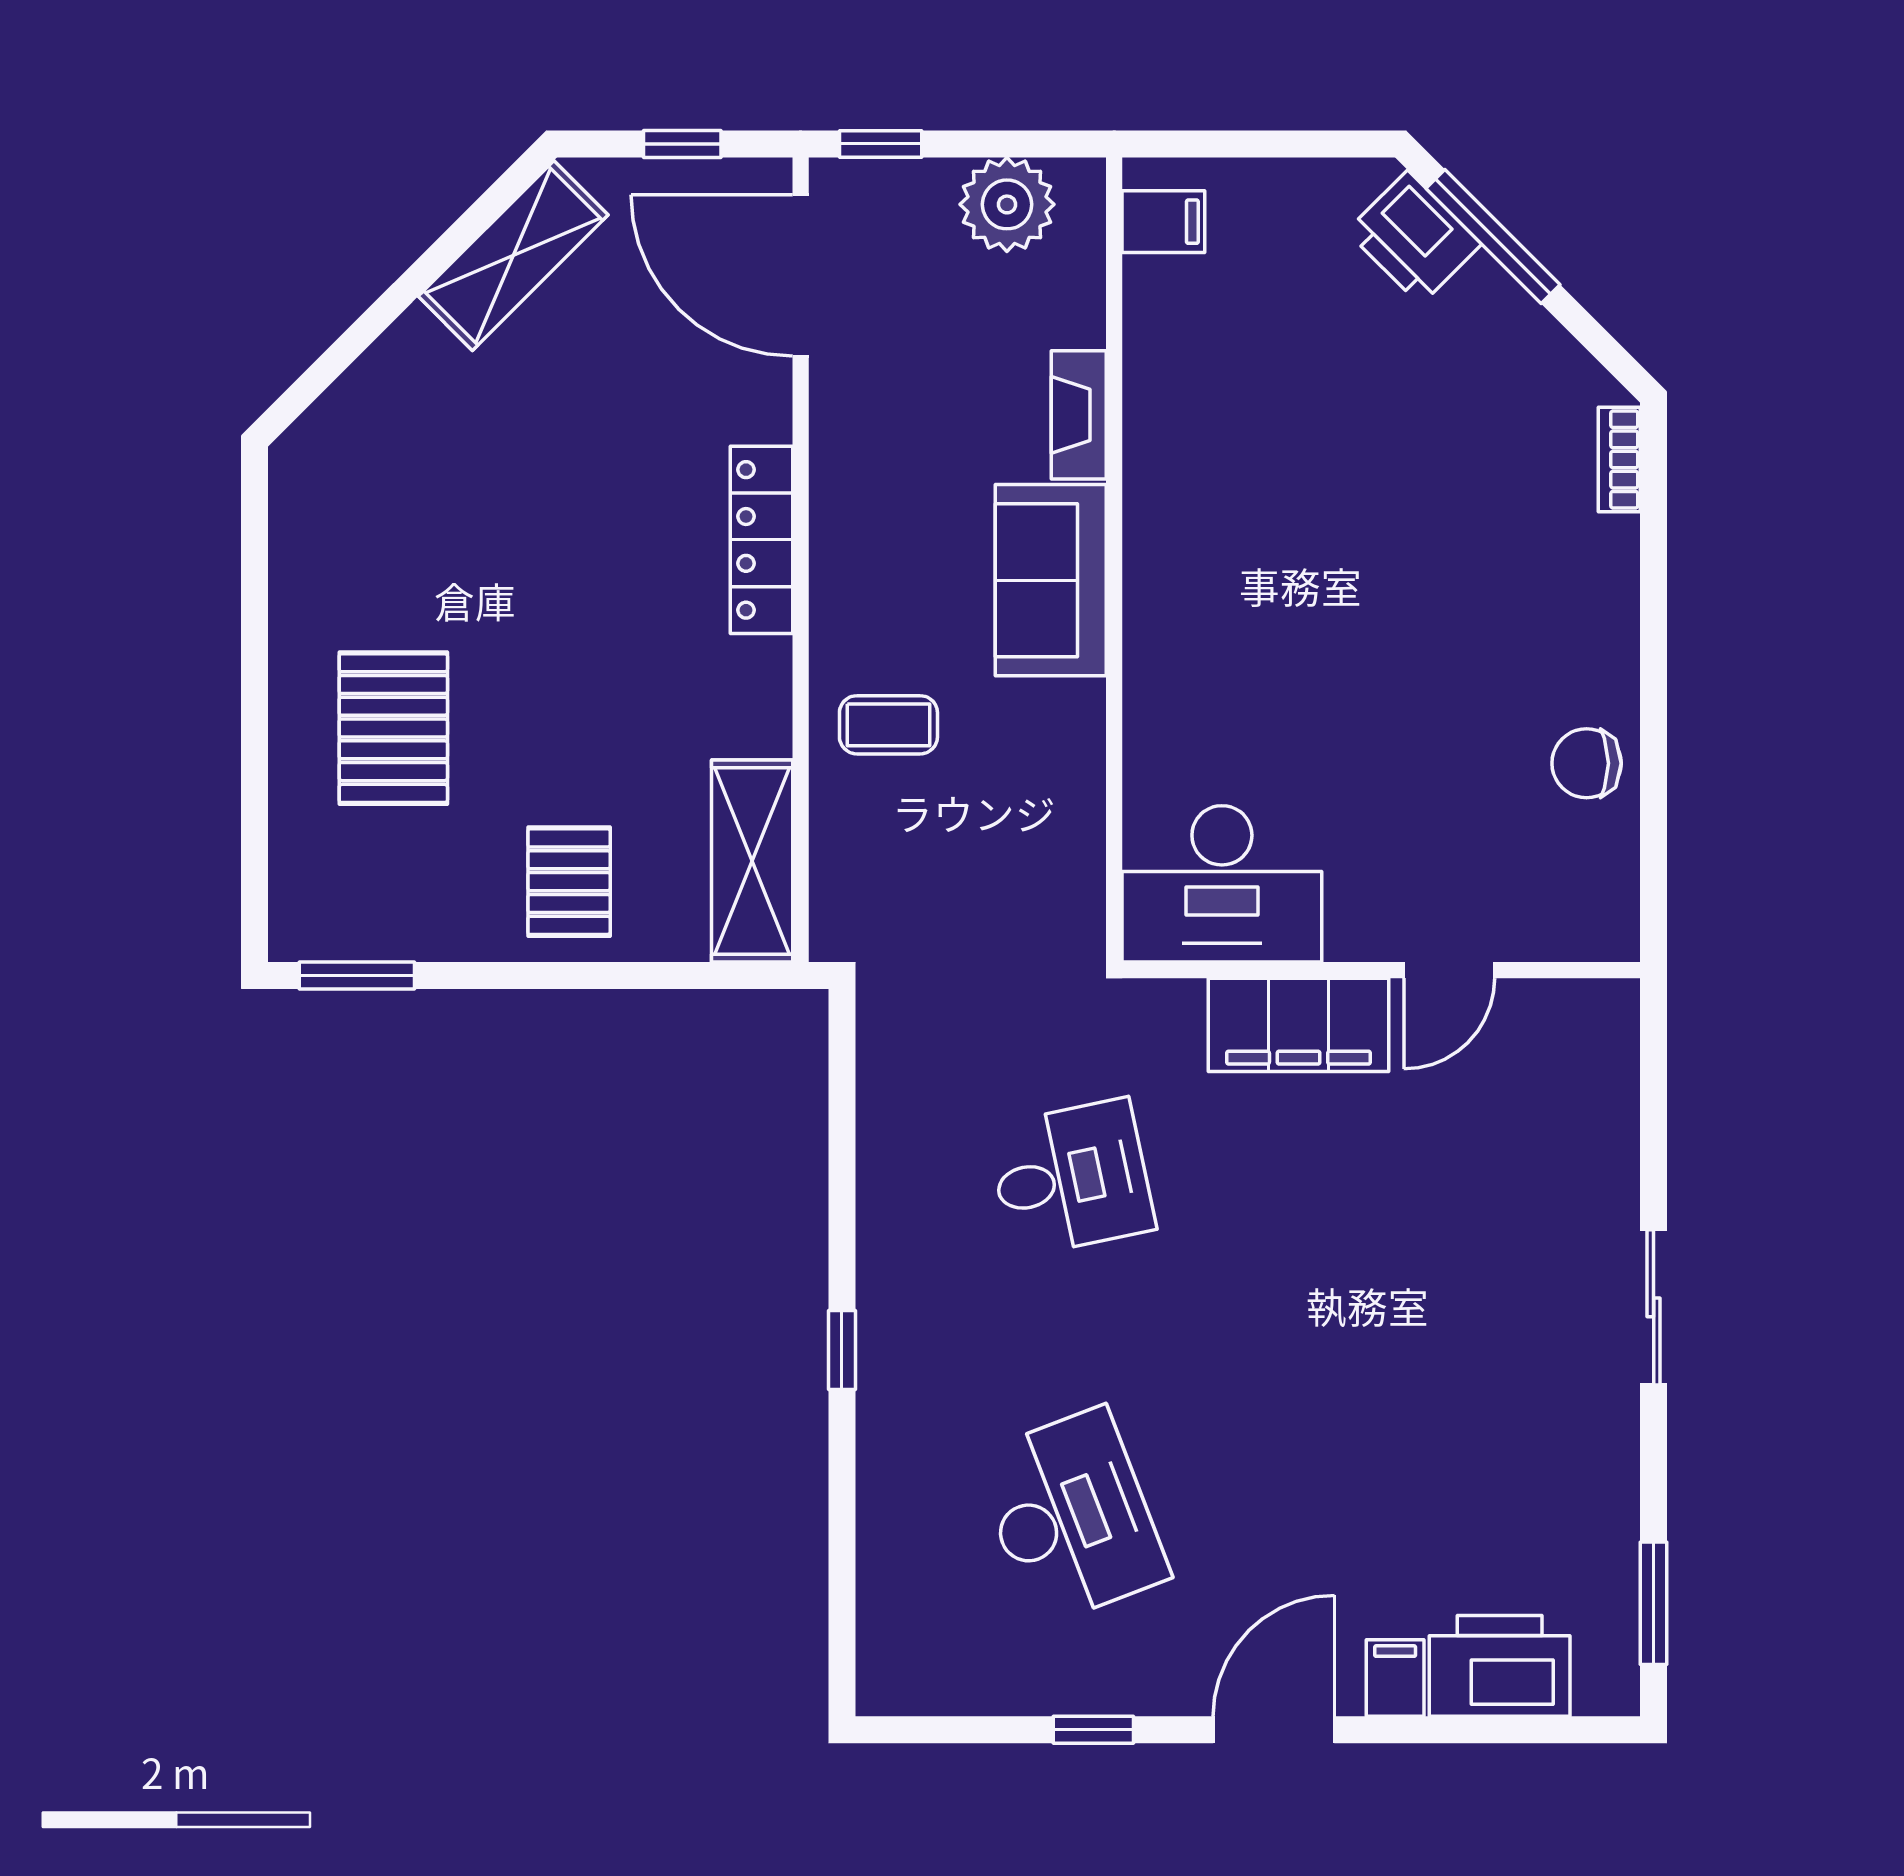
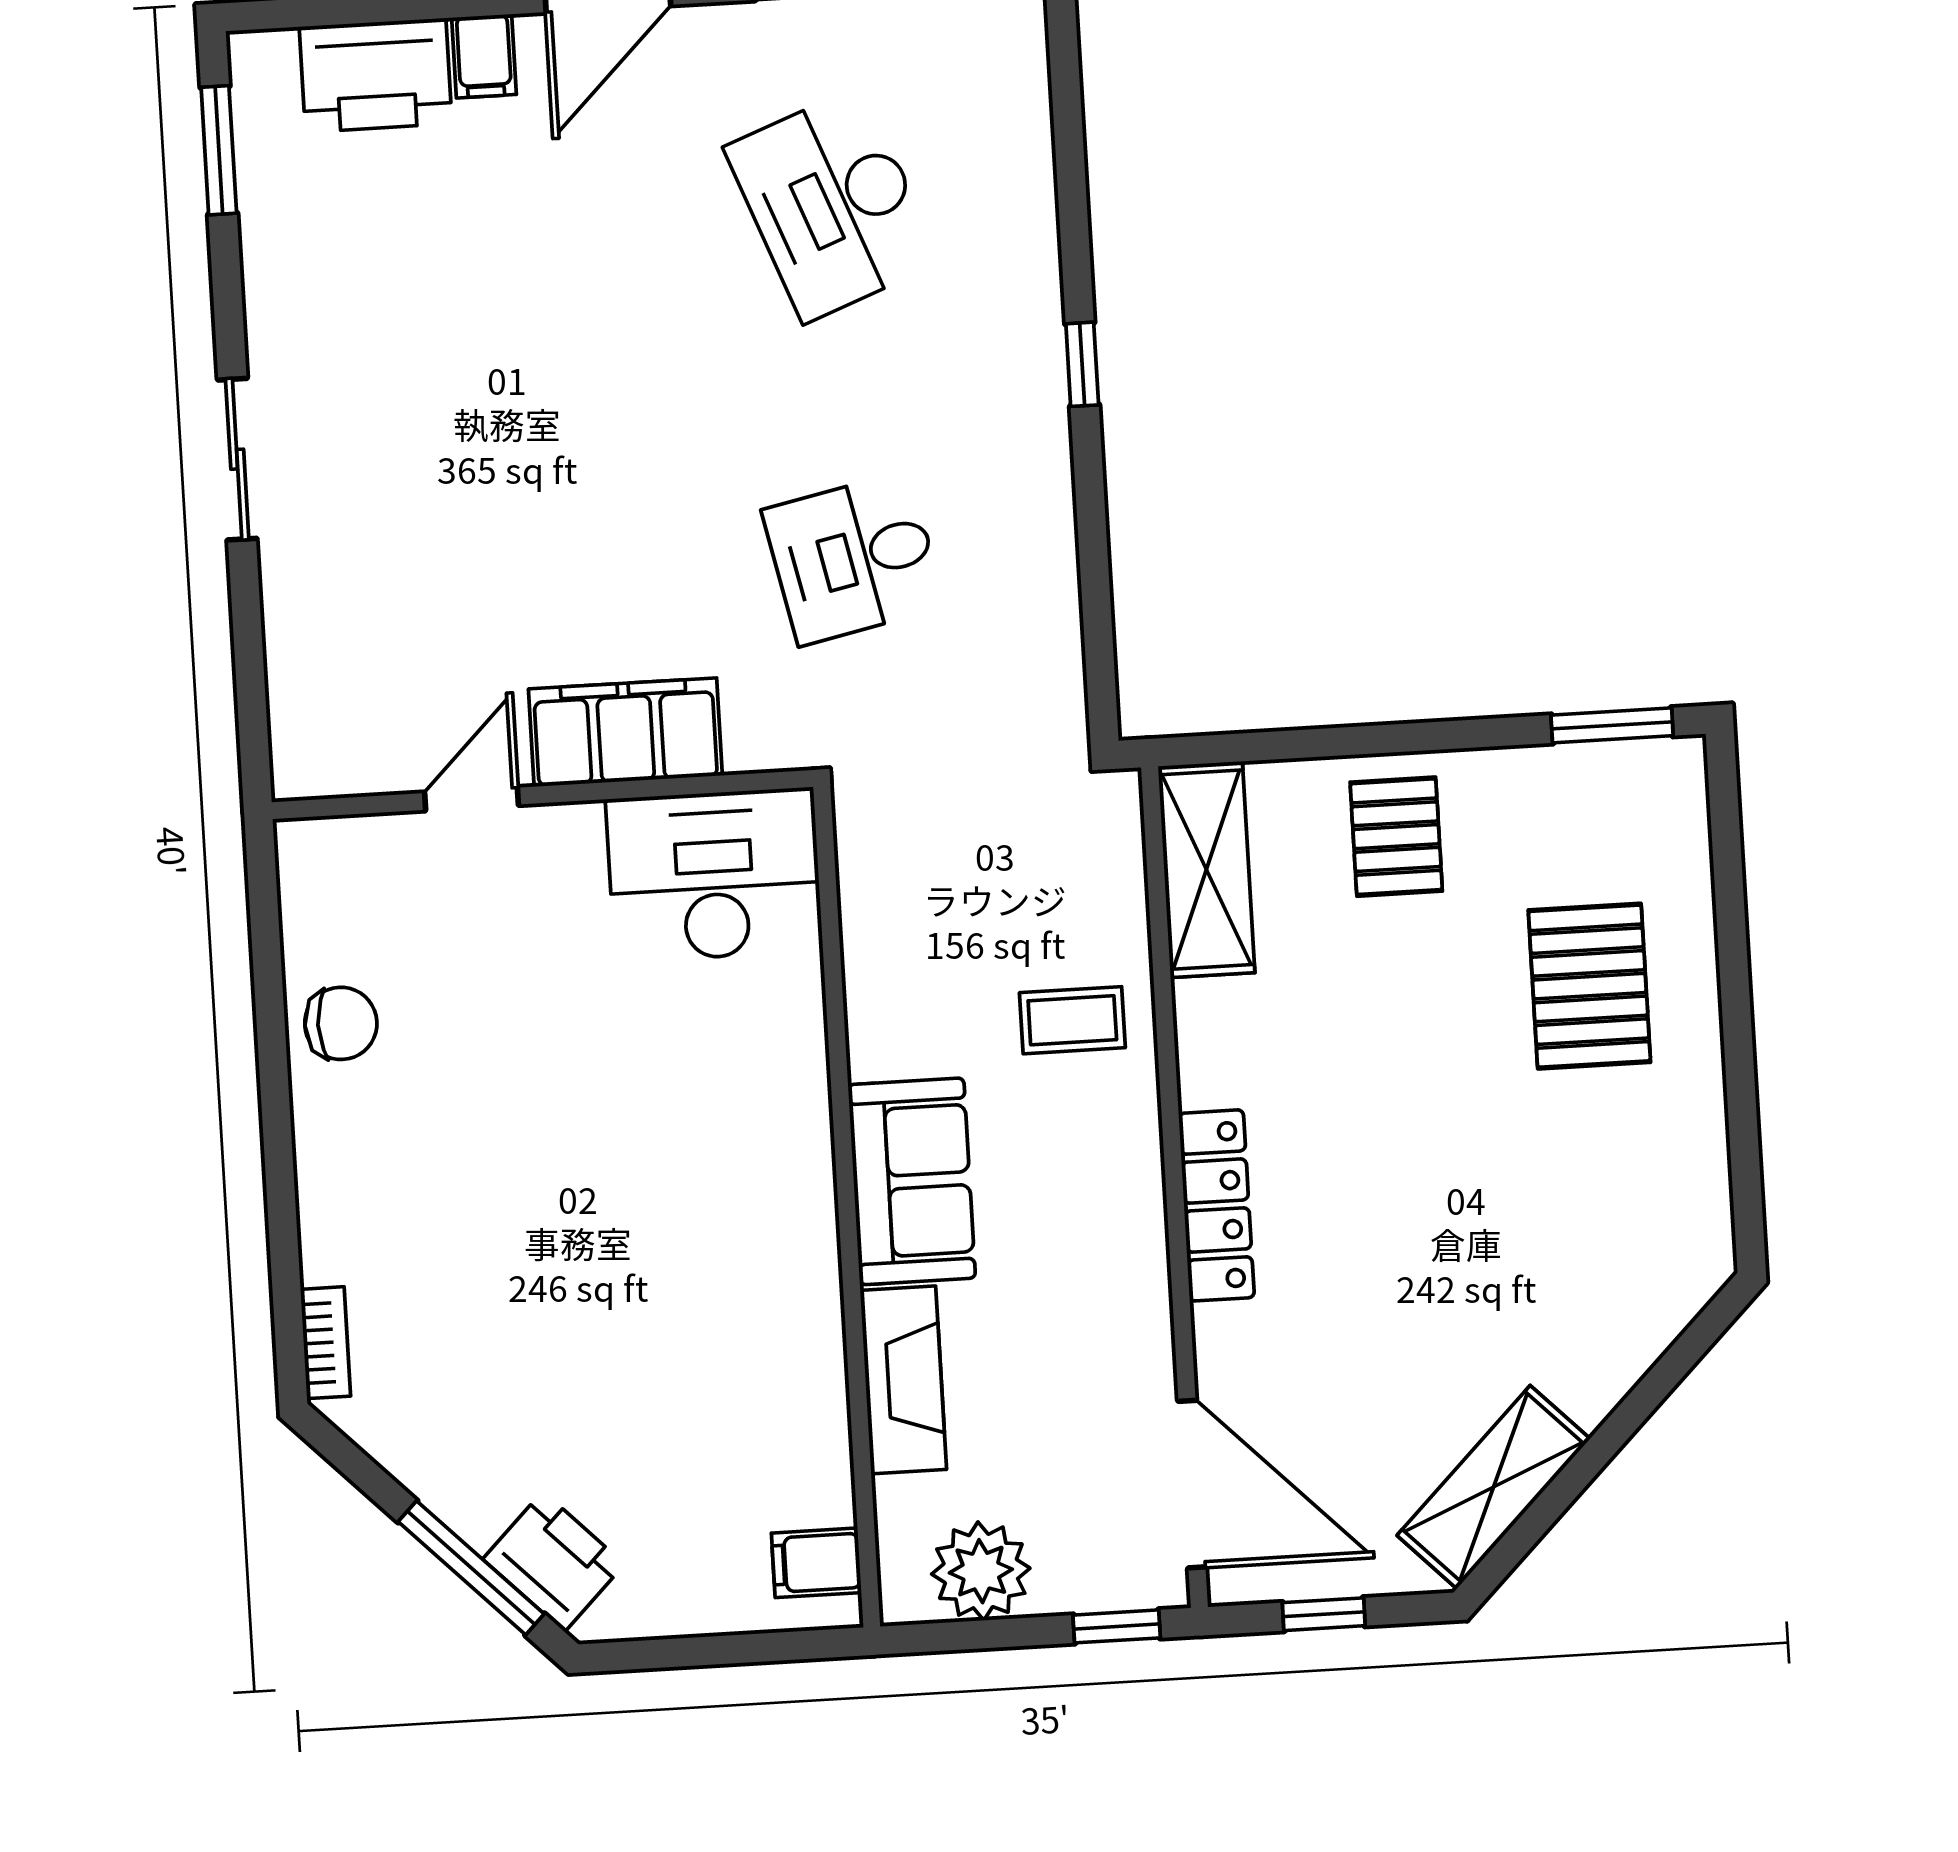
fireplace: (1079, 415) -> (903, 1380), width x1.37, depth x1.32

